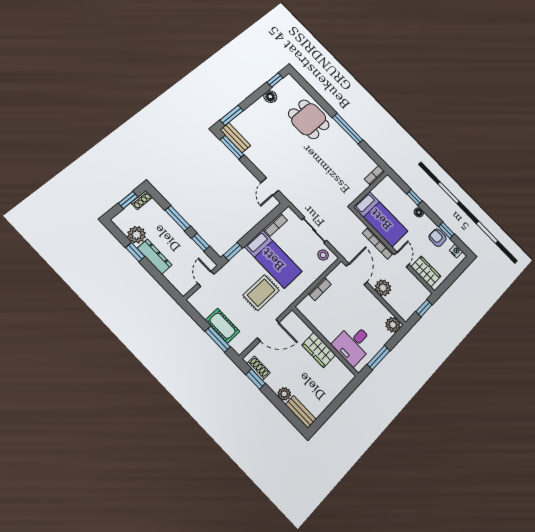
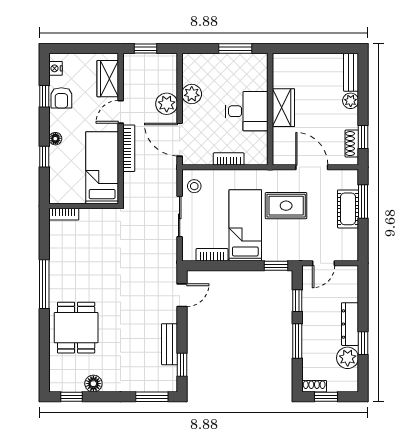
bench: (235, 138) -> (170, 344), moved
window: (232, 147) -> (182, 365), width x0.67
door: (357, 274) -> (180, 140), hinge flipped
plant: (393, 325) -> (192, 94), moved
desk: (353, 344) -> (247, 111), moved

